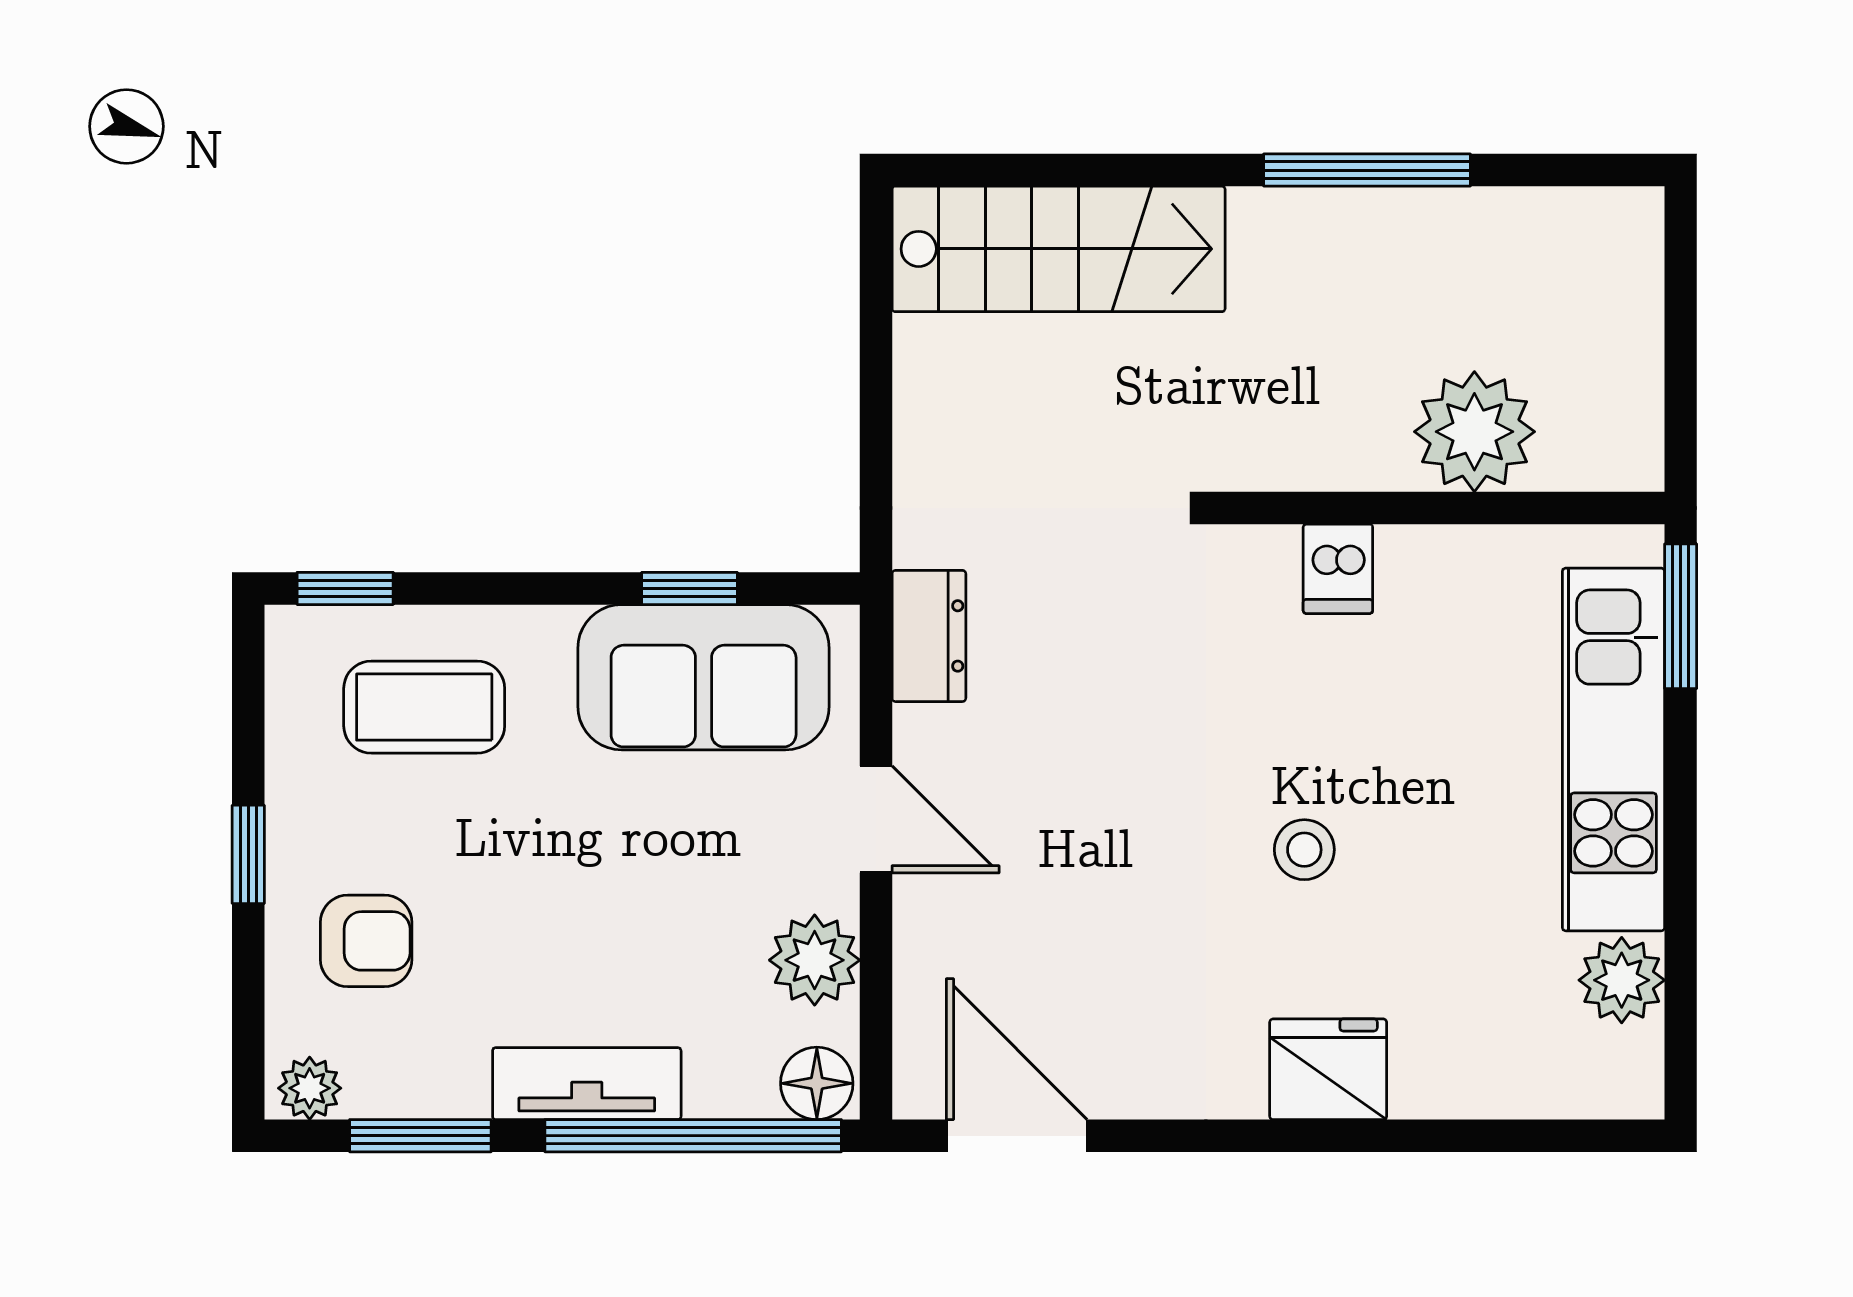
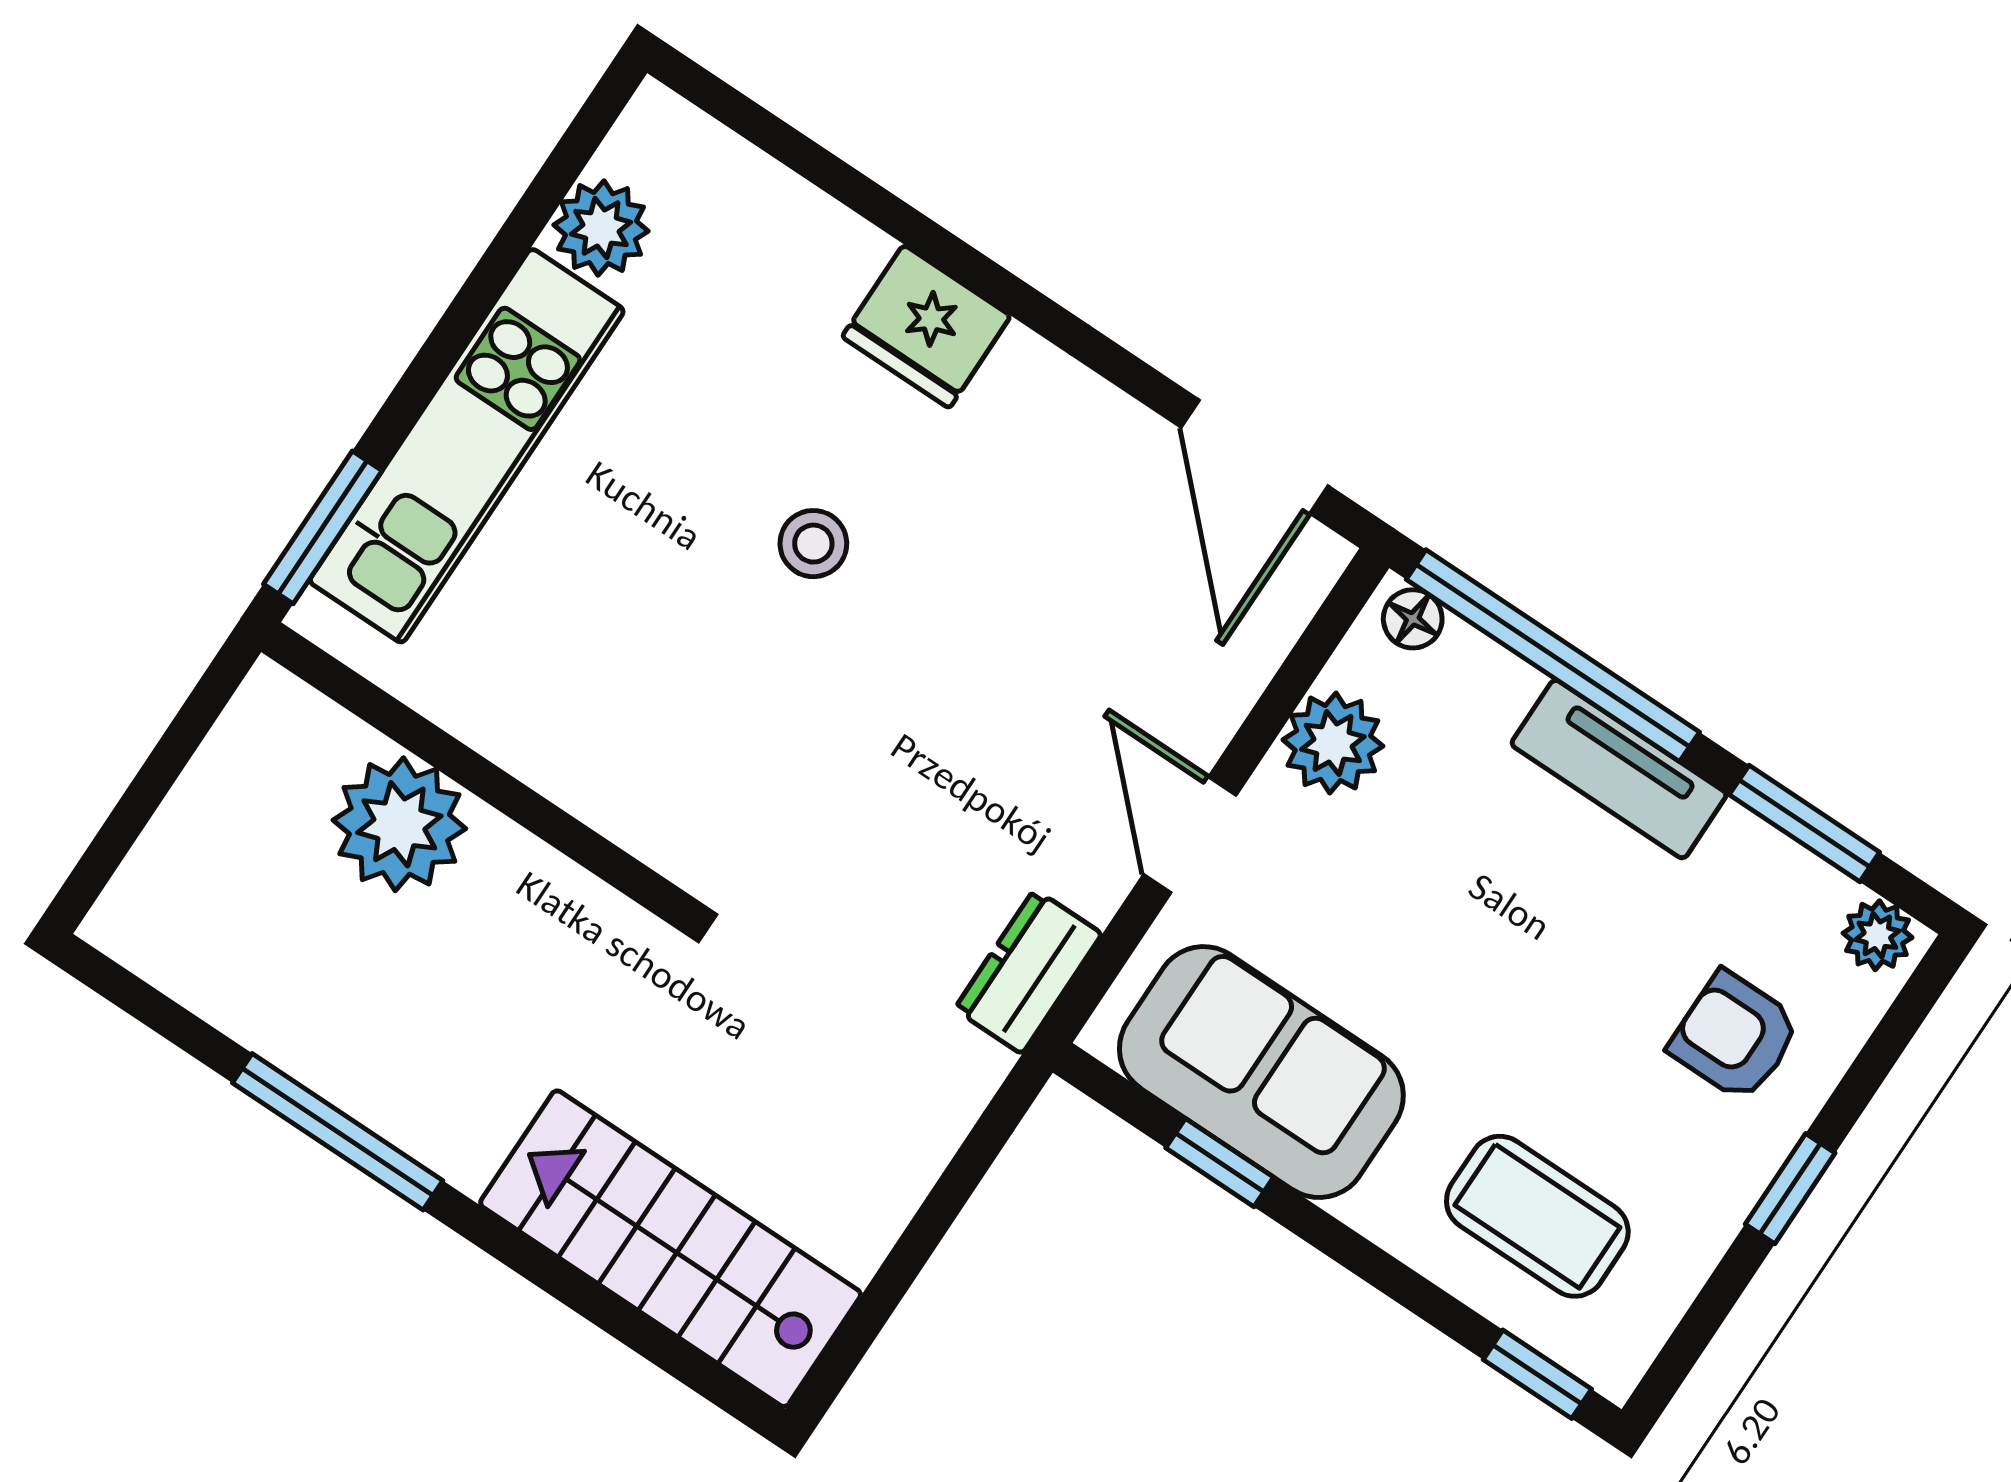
dishwasher: (1338, 569) -> (610, 782), removed
floor lamp: (817, 1083) -> (1413, 619), width x0.73, depth x0.73

